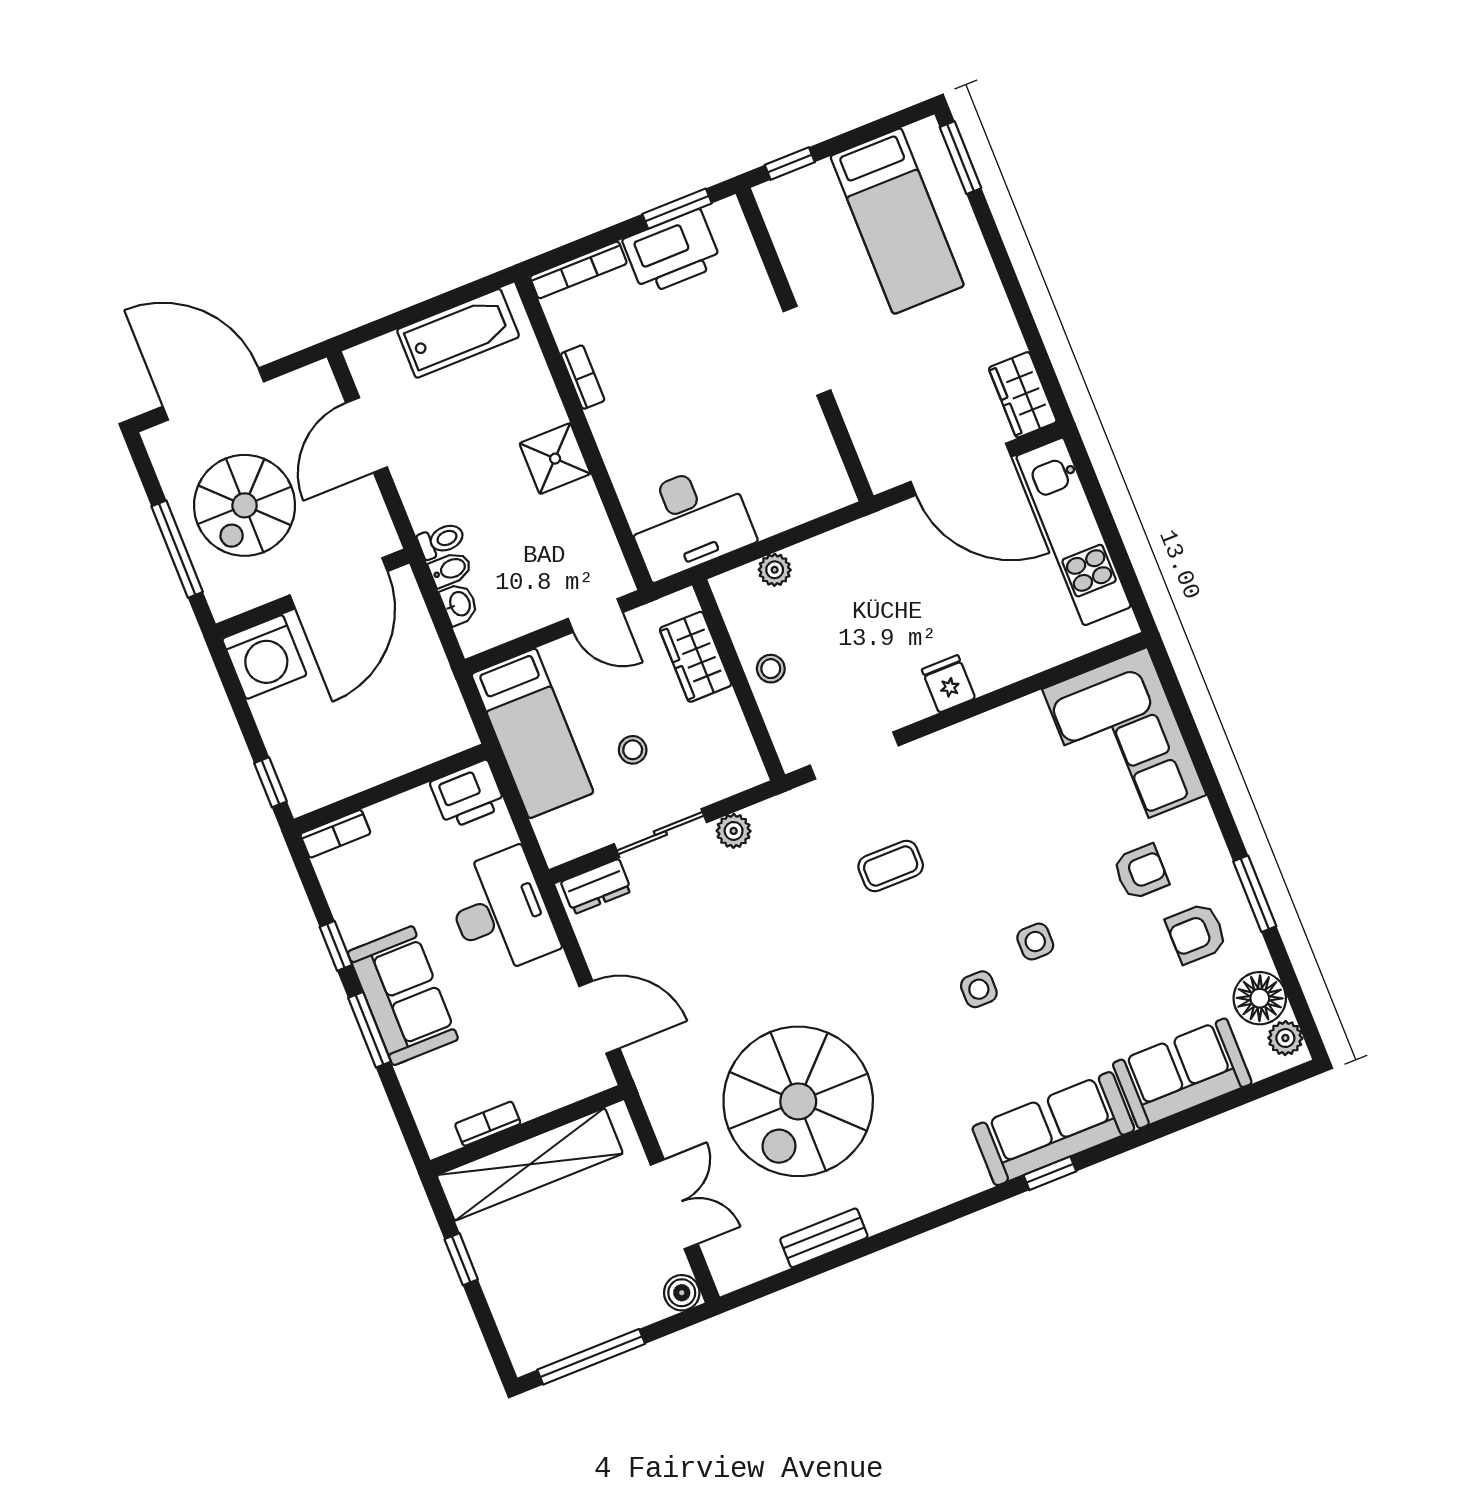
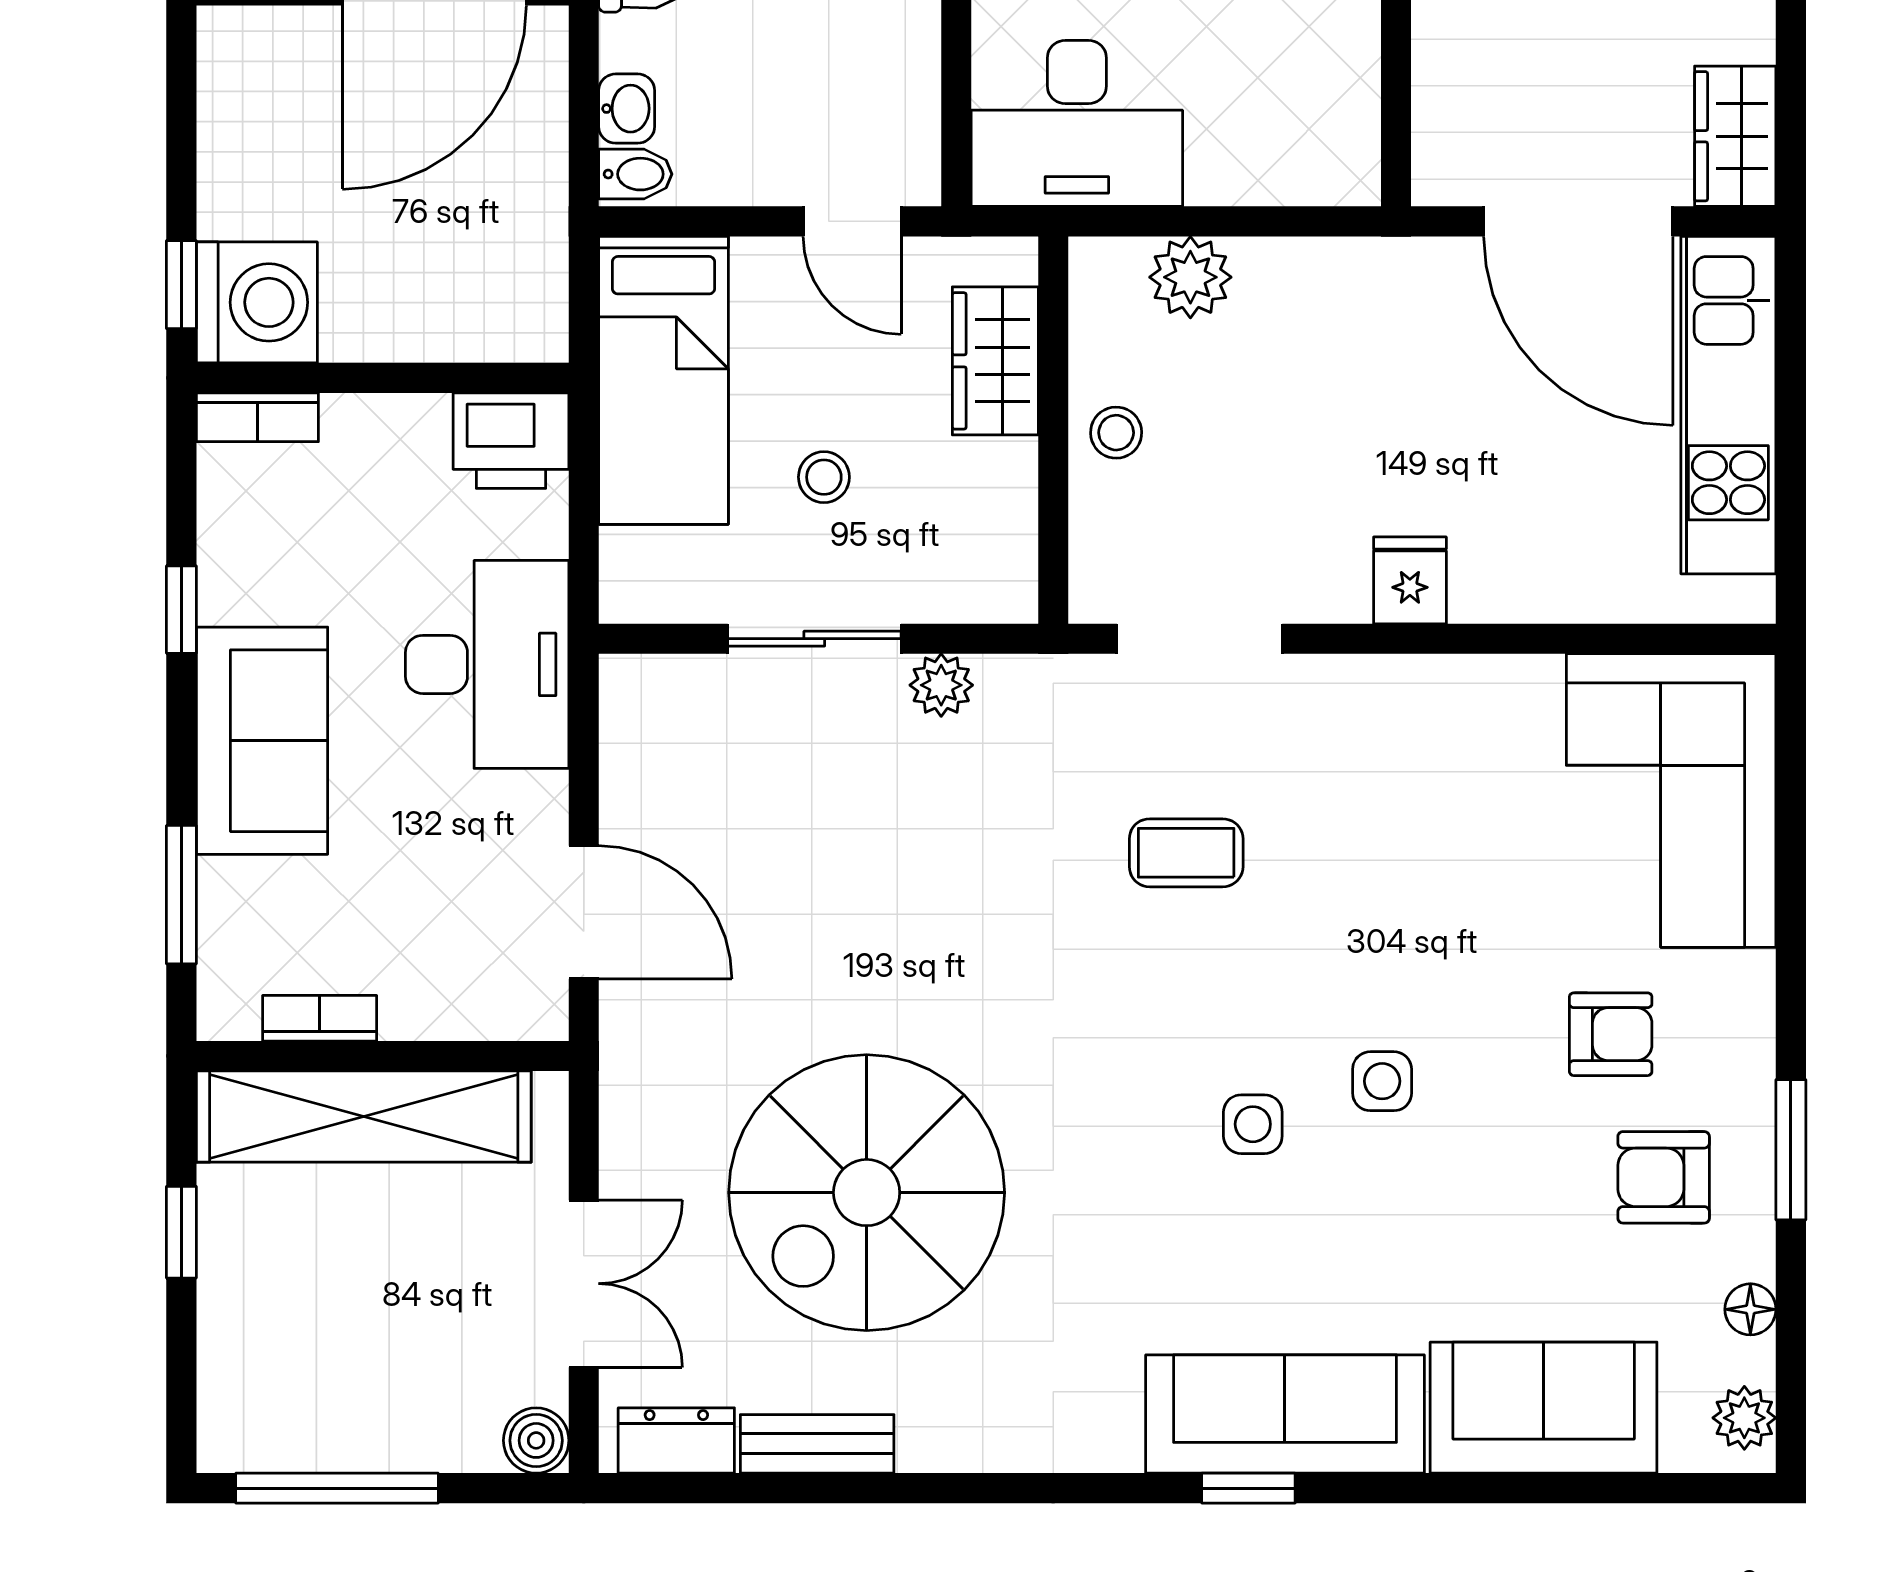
bidet: (450, 569) -> (635, 174), moved
plant: (775, 570) -> (1190, 277), width x1.38, depth x1.38
washing machine: (264, 657) -> (257, 302), moved, turned -90
dresser: (596, 887) -> (676, 1441), moved, turned 180
floor lamp: (1260, 998) -> (1750, 1309), width x0.53, depth x0.53
window: (369, 1030) -> (181, 895), moved

